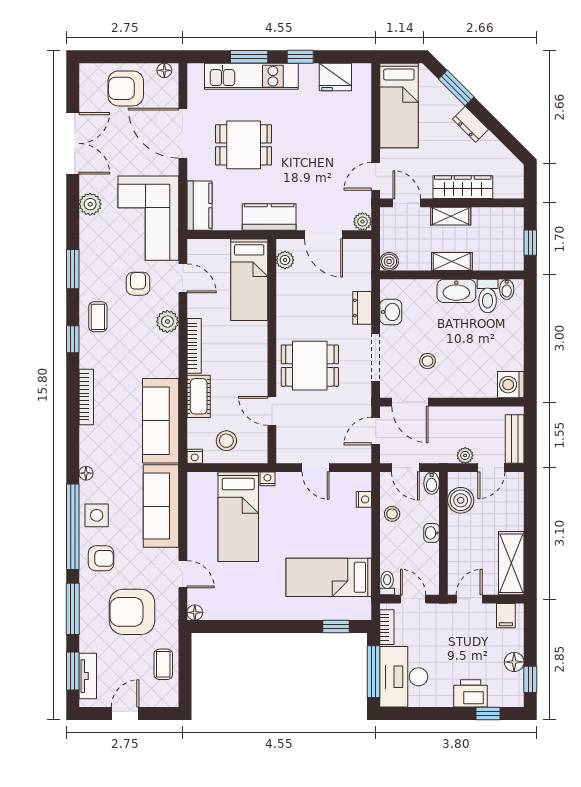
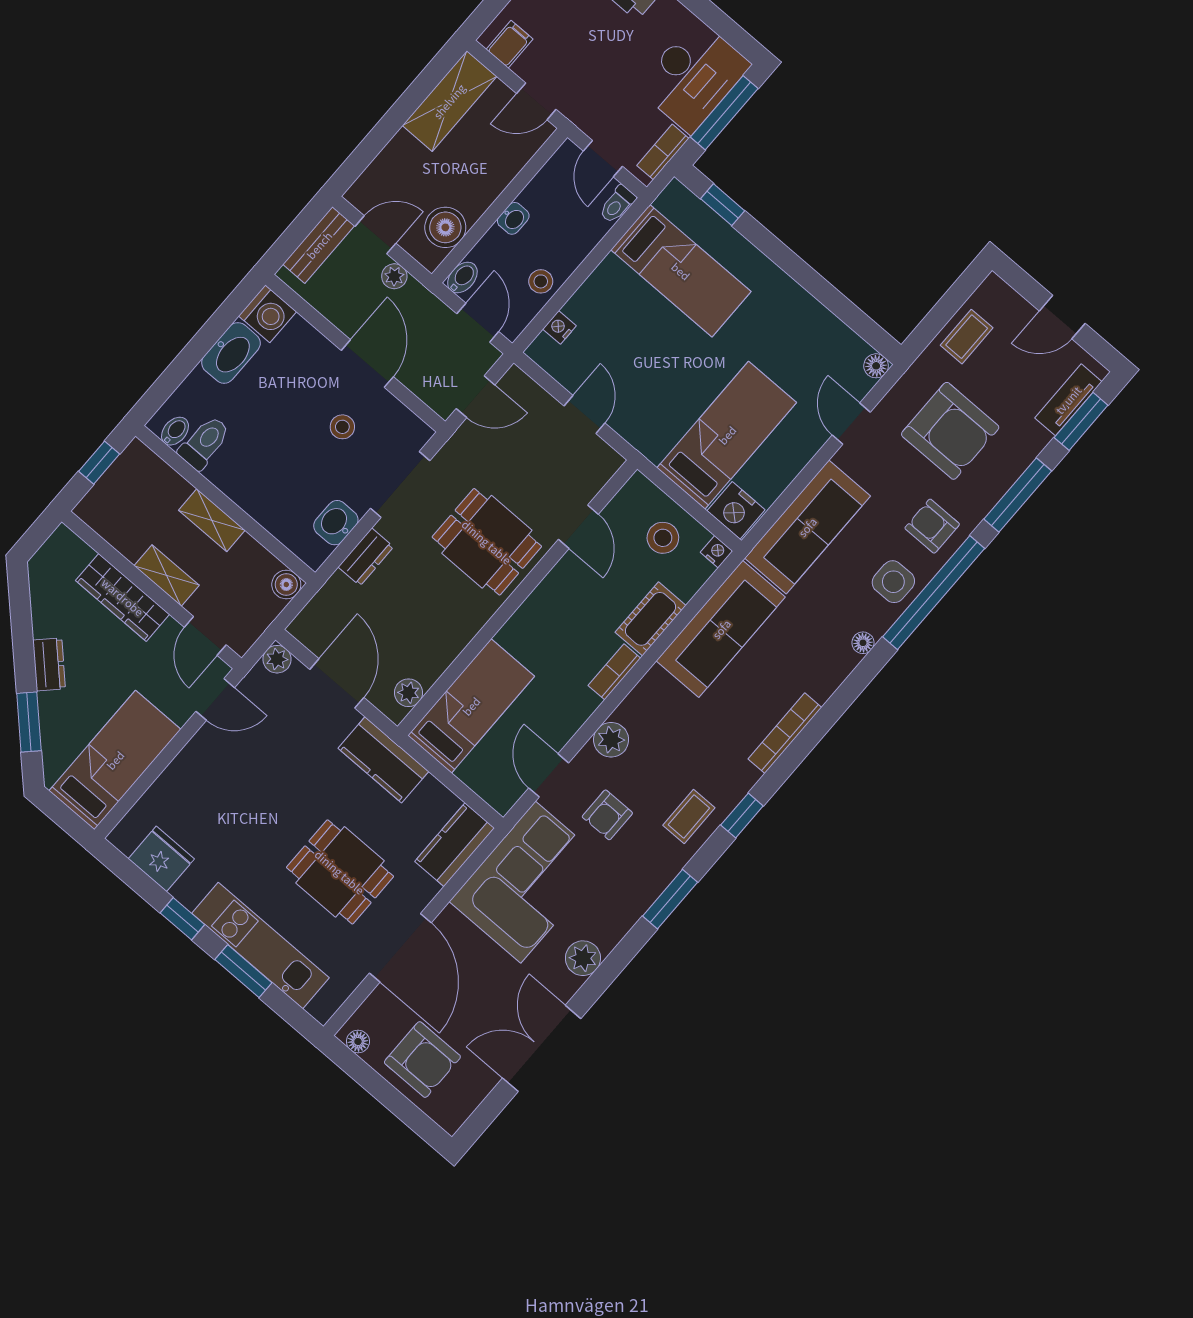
washbasin: (456, 291) -> (231, 353), moved, turned 90
bookcase: (194, 346) -> (614, 672), width x0.64
door: (410, 402) -> (367, 364), moved
nightstand: (267, 479) -> (736, 510), moved, width x1.89, depth x1.79

